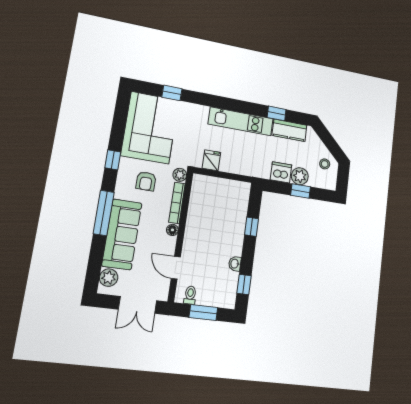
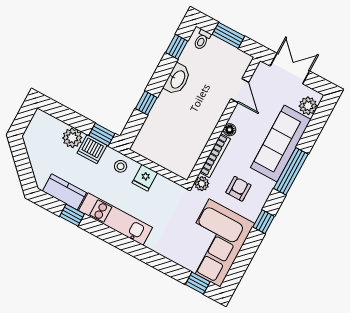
window: (172, 93) -> (198, 283), moved
fridge: (211, 160) -> (145, 178), moved
stool: (325, 164) -> (121, 166), moved
window: (301, 191) -> (102, 135), moved
washbasin: (235, 264) -> (177, 79), width x1.91, depth x1.45
toilet: (190, 295) -> (202, 40), moved

